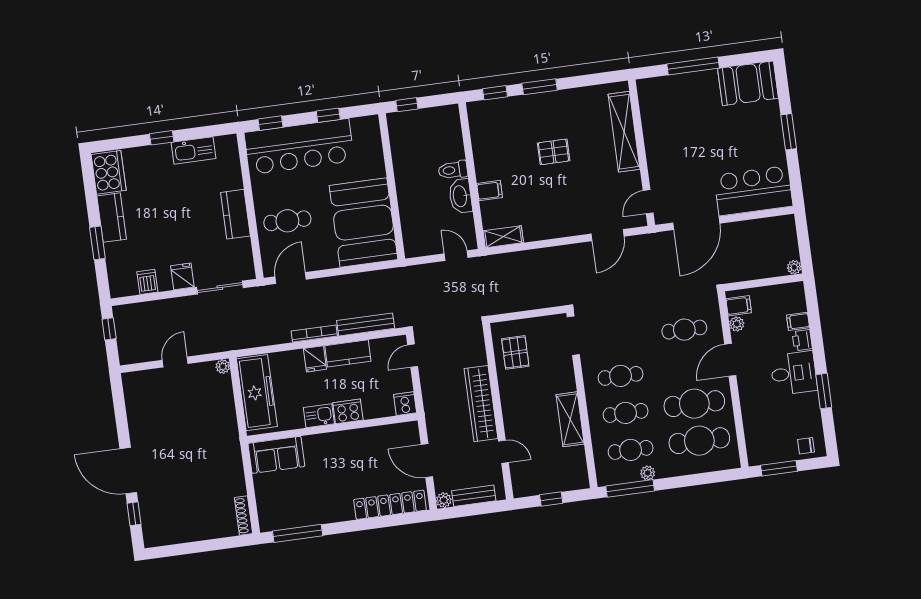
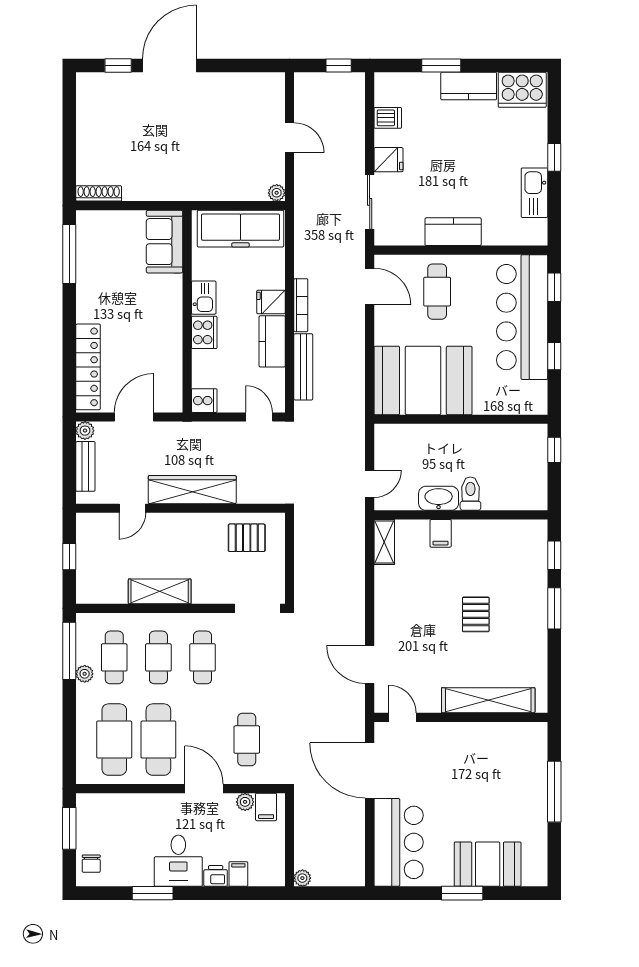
booth: (748, 83) -> (488, 864), moved, turned 90
chair: (806, 446) -> (91, 864), turned 180

